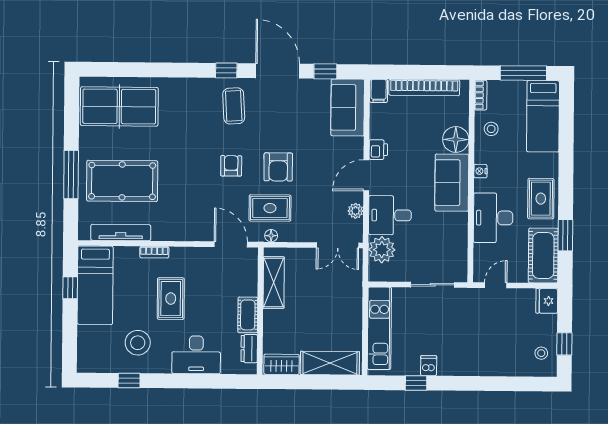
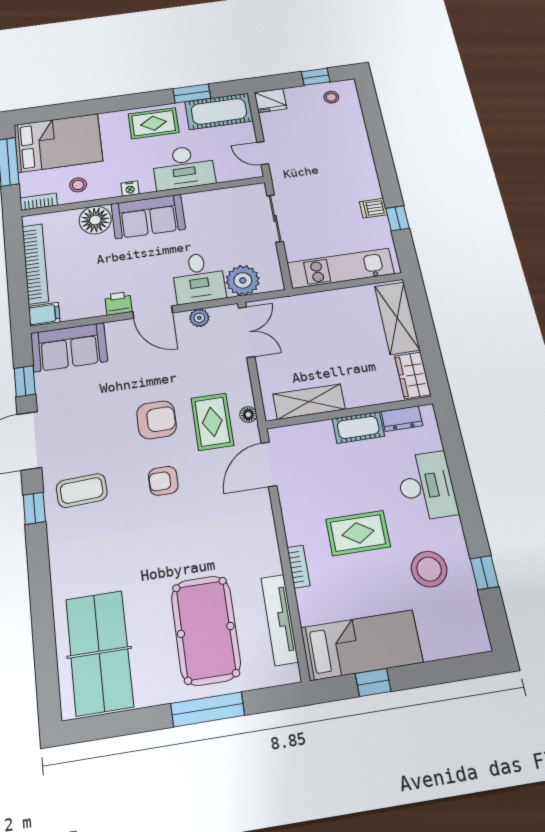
bed: (543, 116) -> (58, 143), width x1.50

